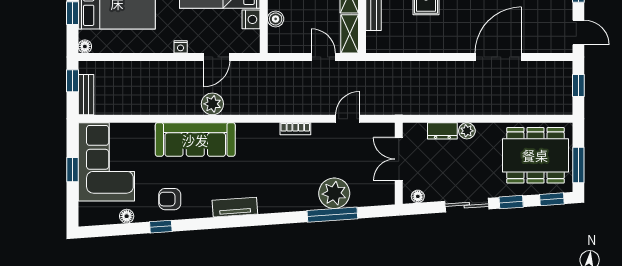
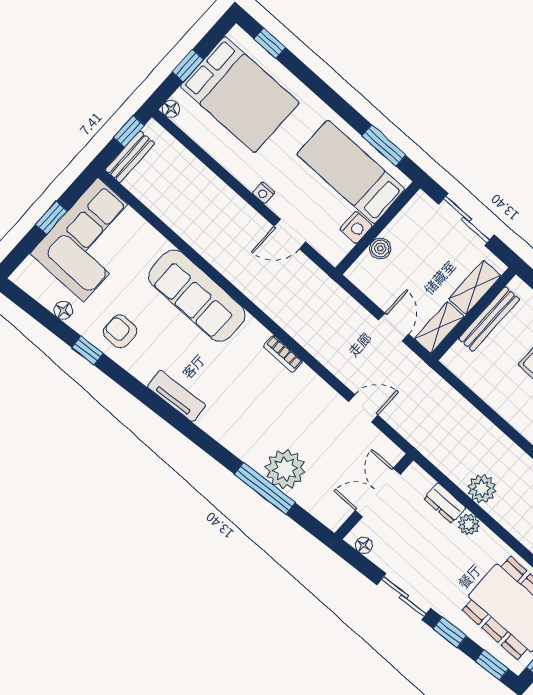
plant: (212, 104) -> (482, 489), moved
bookcase: (295, 129) -> (283, 354), moved

